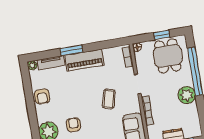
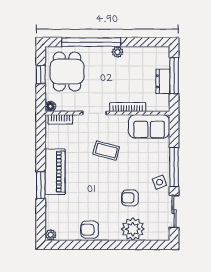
dining table: (168, 56) -> (67, 72), turned 90
tv unit: (51, 63) -> (51, 212), removed
plant: (187, 95) -> (118, 52), width x0.53, depth x0.53
armchair: (42, 96) -> (90, 230), turned 180

